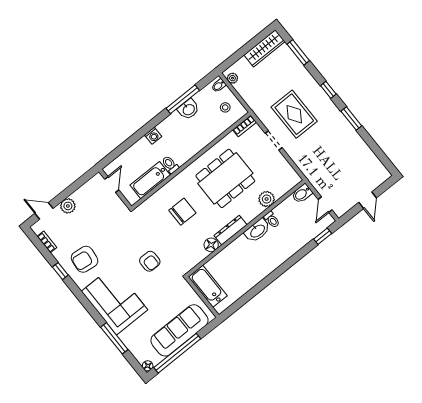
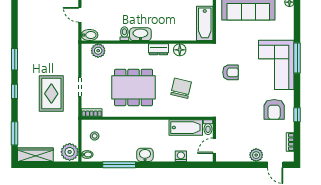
plant: (232, 78) -> (70, 152), width x1.88, depth x1.88
washbasin: (188, 109) -> (145, 155), moved
washing machine: (153, 136) -> (181, 156), moved
toilet: (170, 165) -> (208, 127), moved
plant: (267, 199) -> (98, 51), moved
door: (325, 205) -> (80, 15), swing flipped
chair: (182, 212) -> (181, 88), turned 103
dresser: (231, 230) -> (158, 49), width x0.70
armchair: (85, 259) -> (274, 109), turned 83
armchair: (150, 261) -> (231, 72), turned 90
window: (114, 338) -> (297, 58), moved

